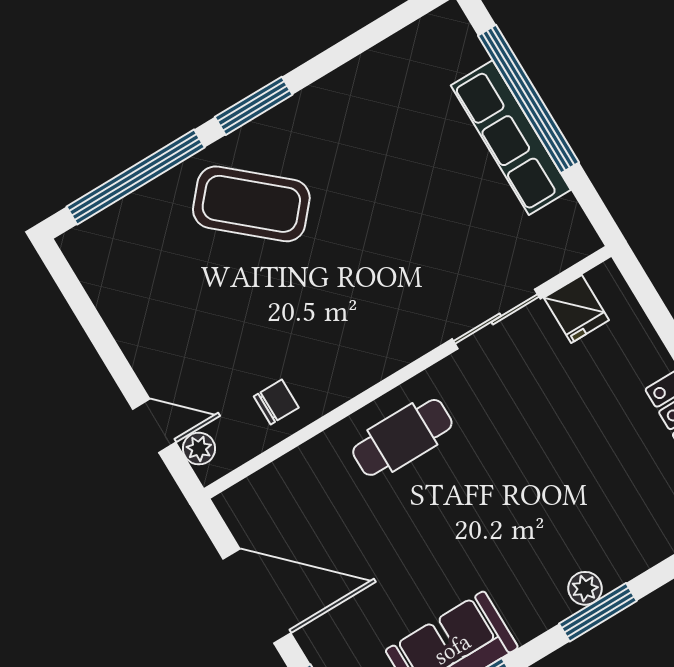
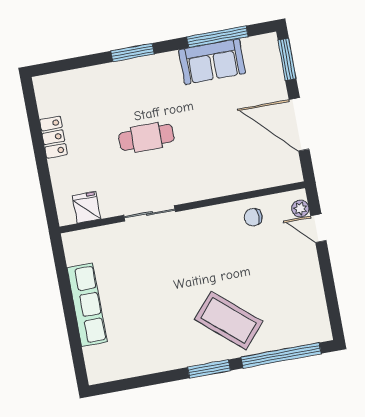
window: (528, 99) -> (71, 321), removed
sliding door: (496, 319) -> (149, 213), moved
cafe table: (402, 437) -> (146, 137), moved
plant: (585, 588) -> (134, 67), removed

